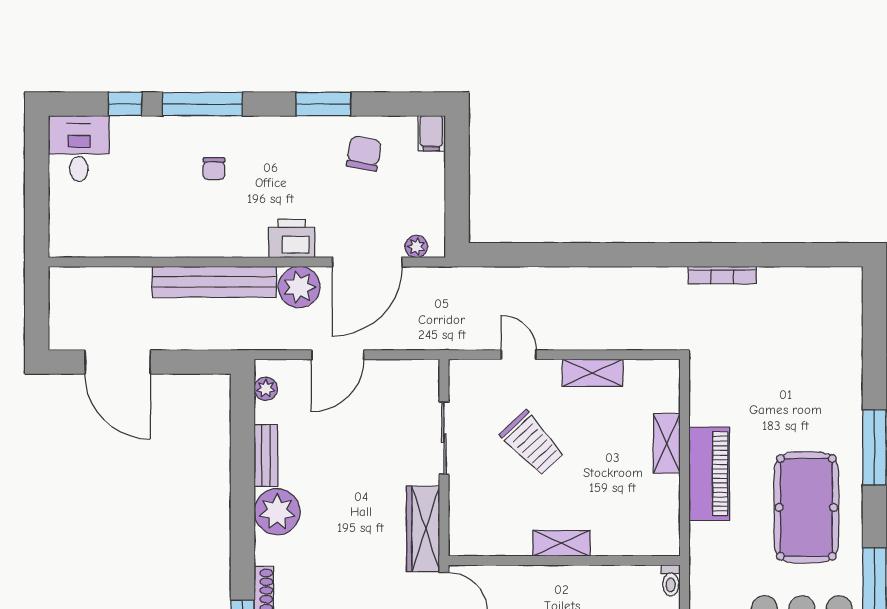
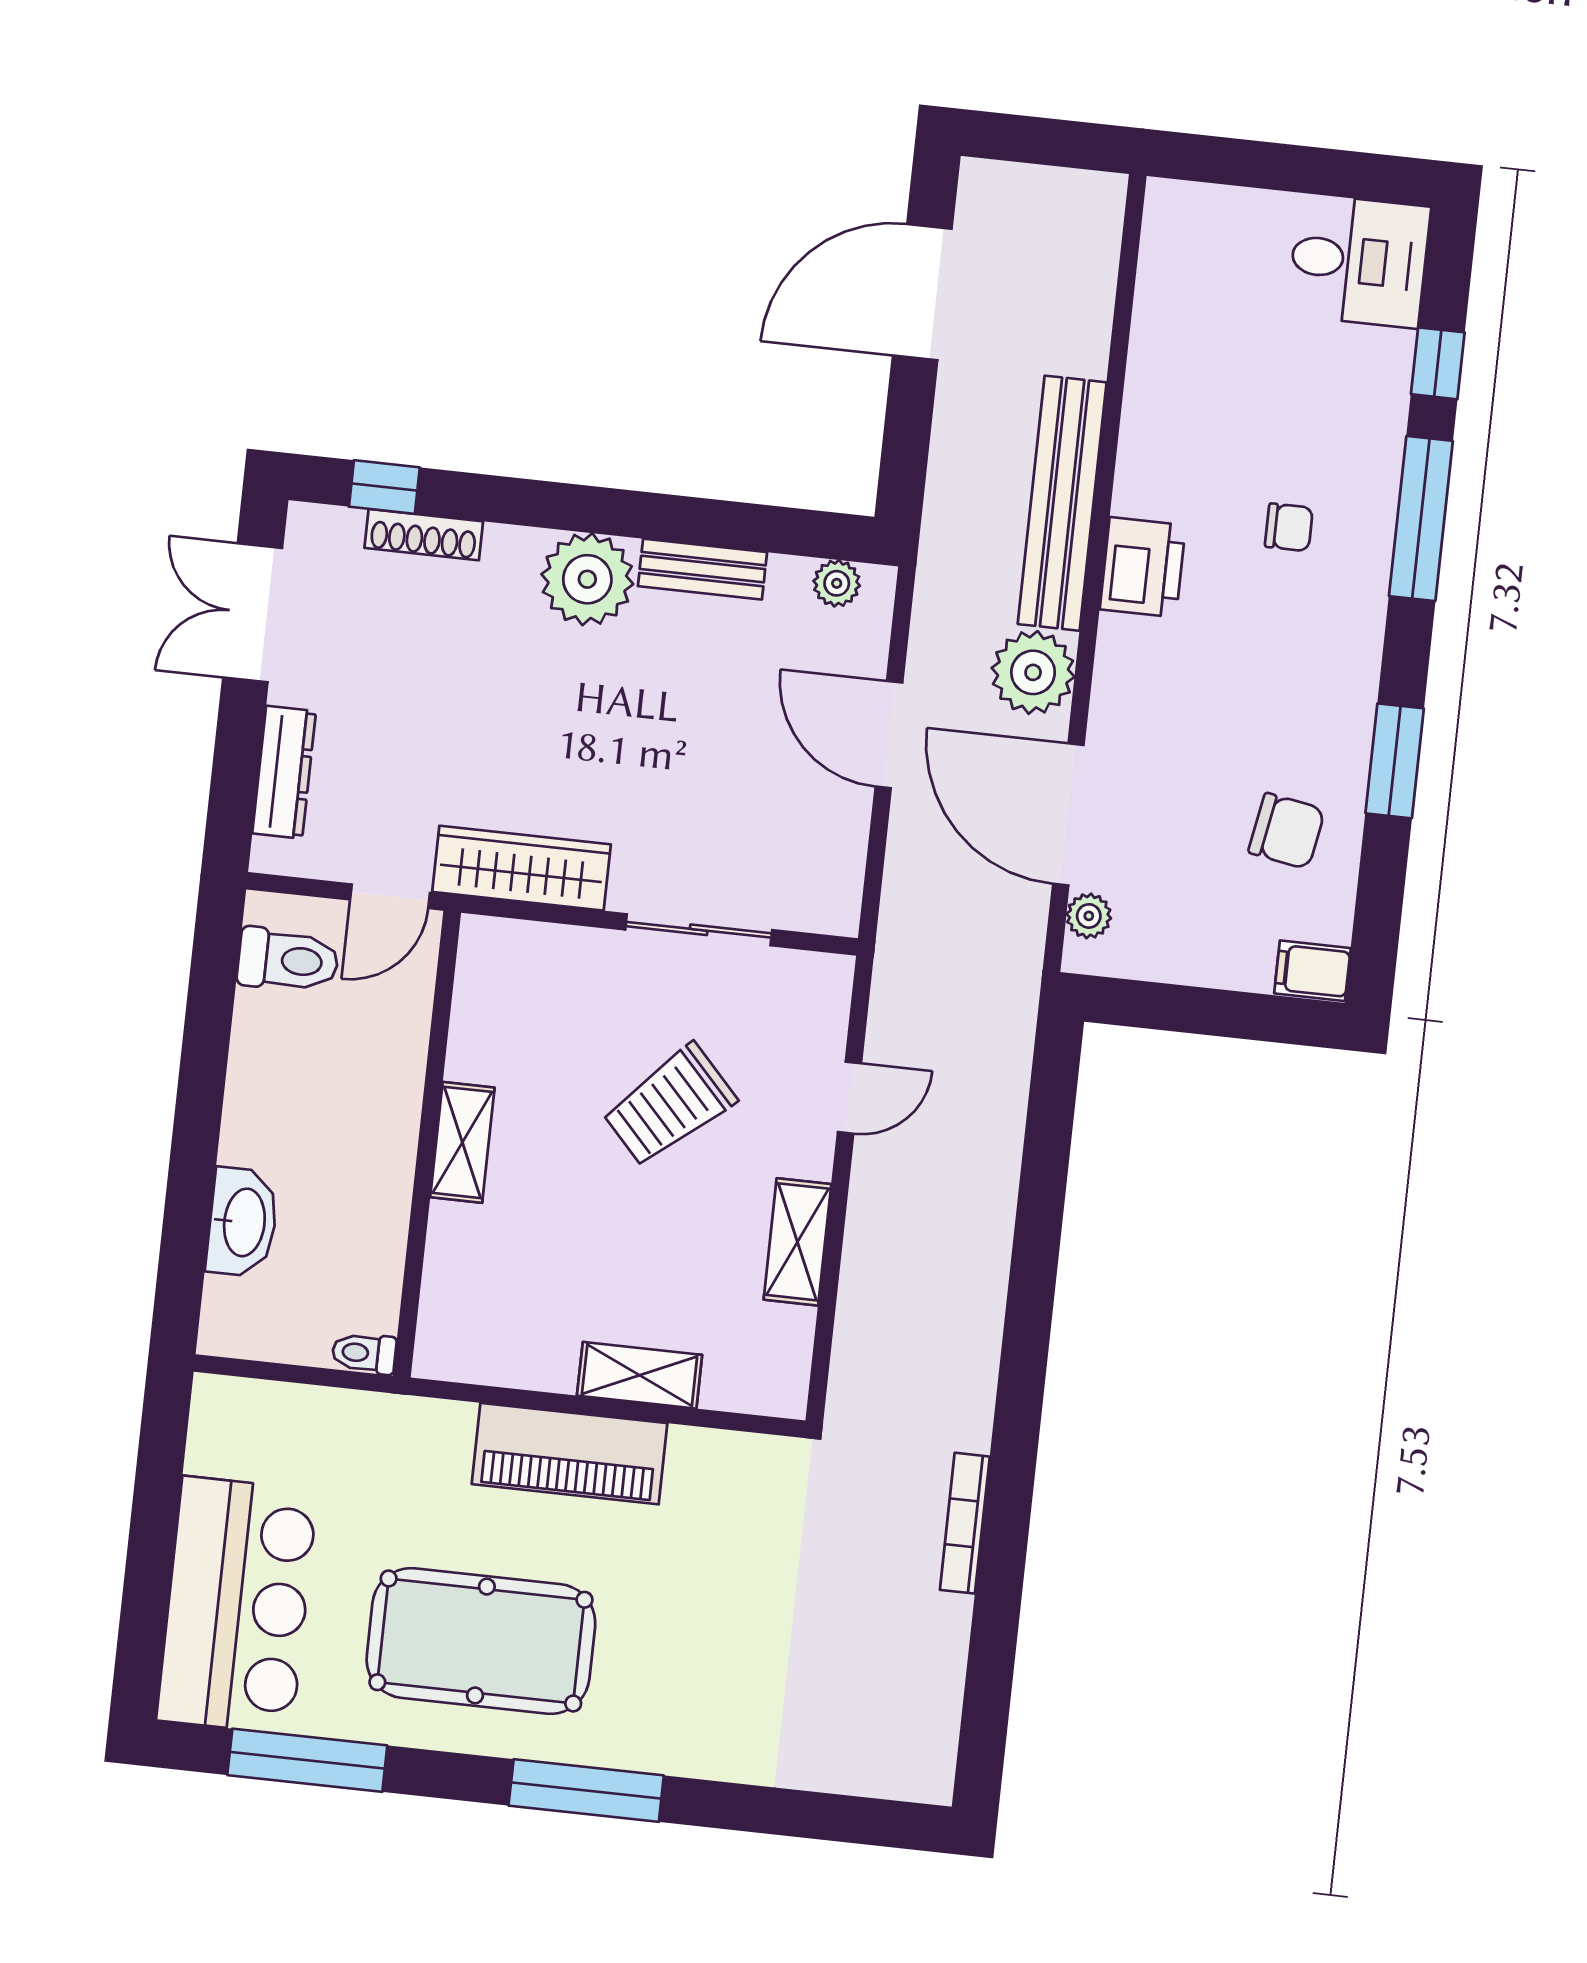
chair: (214, 169) -> (1289, 527), turned 180
printer: (292, 239) -> (1143, 567), moved

